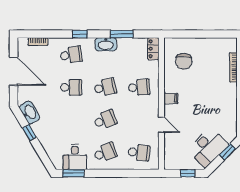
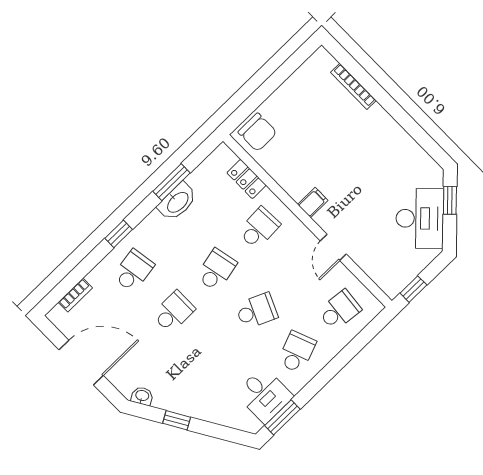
washbasin: (106, 44) -> (177, 202), moved
locker: (153, 49) -> (247, 179), moved
chair: (184, 61) -> (257, 132), moved
washbasin: (30, 112) -> (142, 396), width x0.52, depth x0.69
school desk: (105, 120) -> (257, 311), turned 45
door: (161, 125) -> (333, 247), swing flipped
window: (188, 173) -> (413, 289), moved

